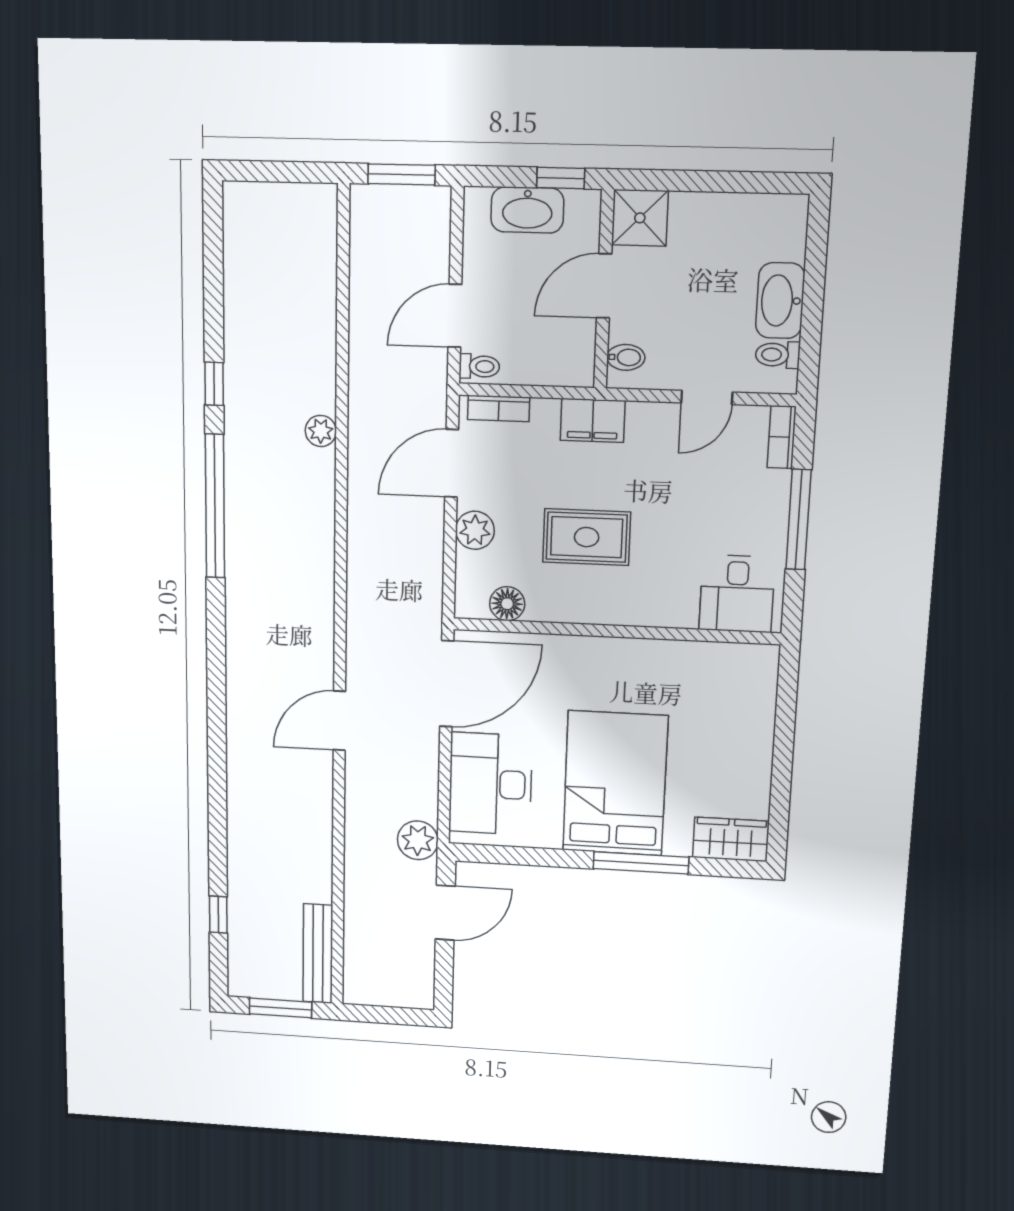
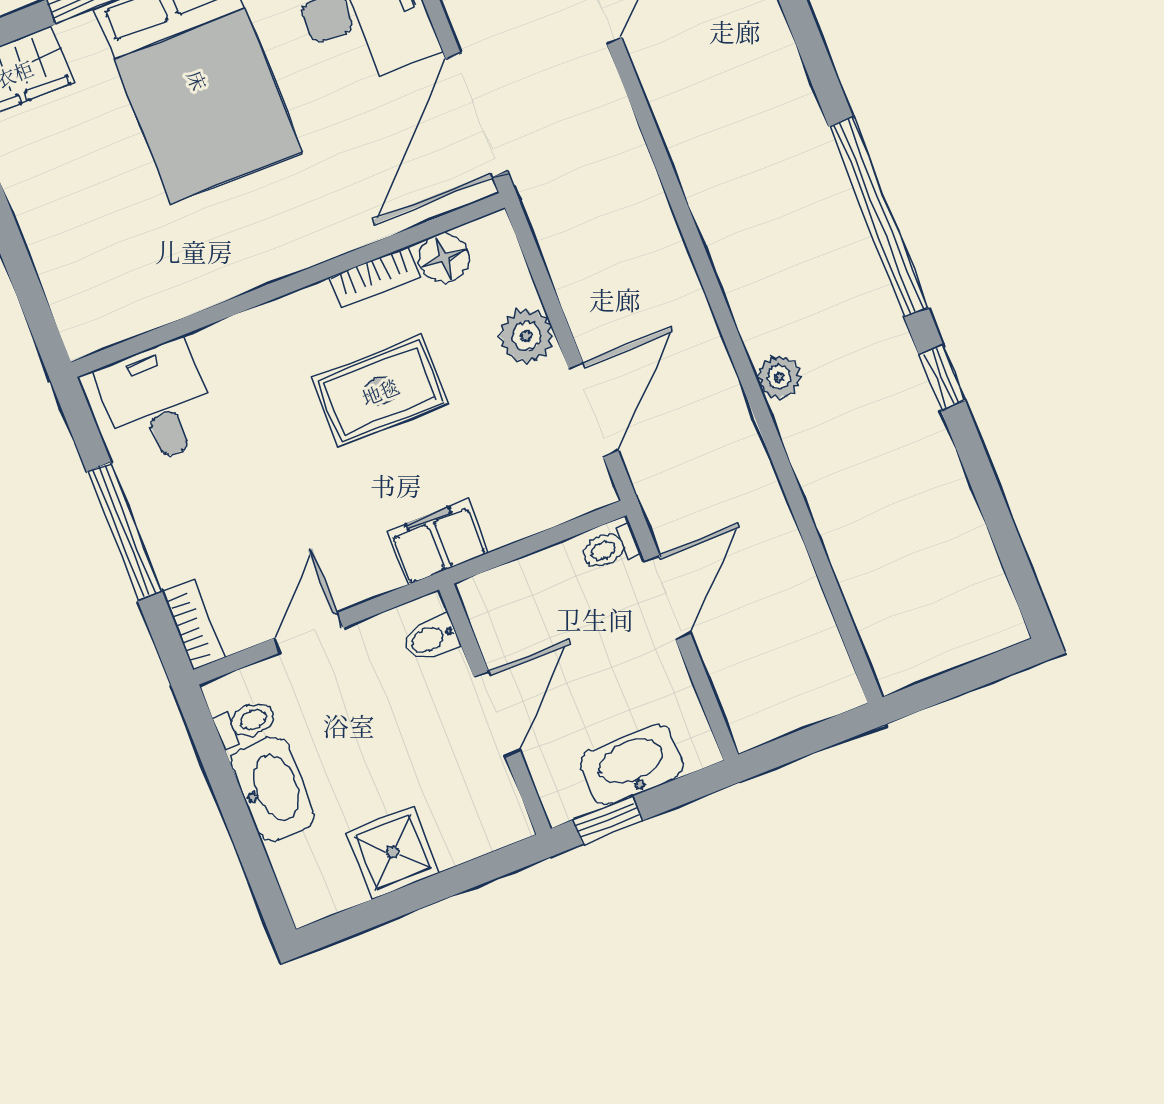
window: (402, 174) -> (807, 741), removed
shower: (640, 218) -> (393, 852), moved
bookcase: (499, 408) -> (375, 277), moved, turned 180

